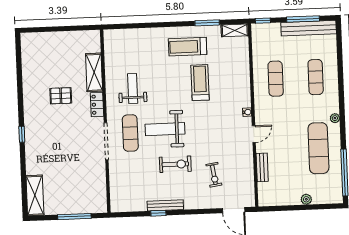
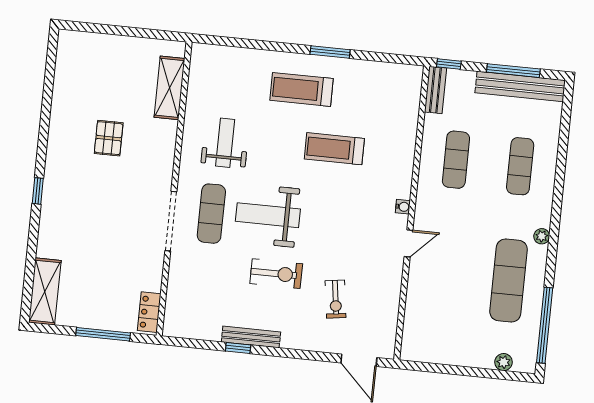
window: (207, 23) -> (330, 52), moved
shelving: (235, 30) -> (402, 73), removed
treadmill: (188, 47) -> (302, 89), moved
shelving: (94, 72) -> (169, 88), moved
treadmill: (200, 83) -> (334, 149), turned -90
pallet: (61, 96) -> (109, 138), turned 90
locker: (97, 105) -> (149, 312), moved
bench: (262, 167) -> (435, 90), moved
plant: (306, 199) -> (504, 362), moved

